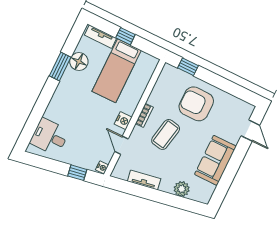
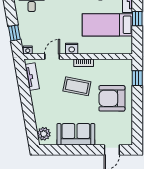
armchair: (196, 104) -> (112, 98), turned -90
tv unit: (144, 180) -> (32, 77), moved
plant: (182, 189) -> (44, 134), moved

